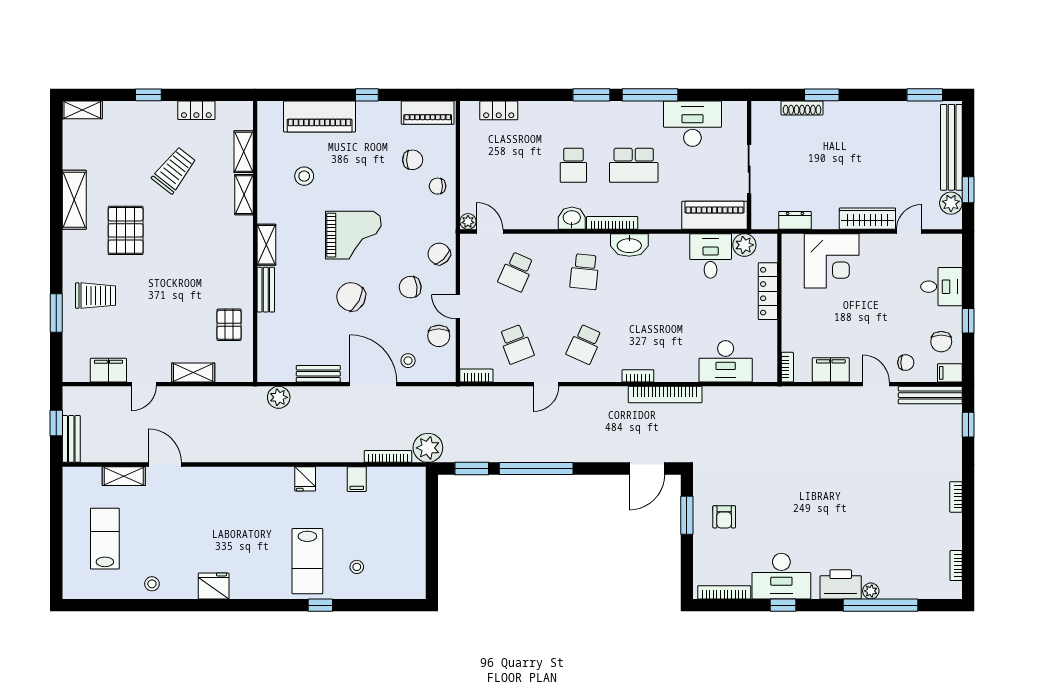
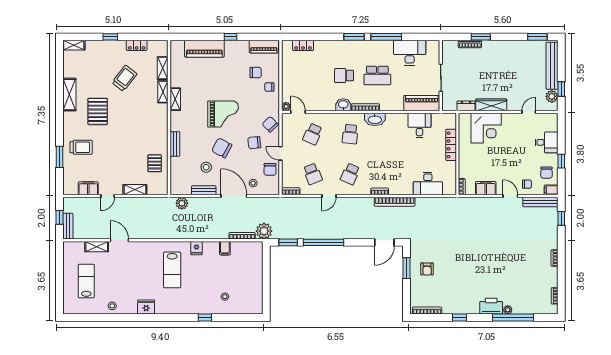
school desk: (573, 165) -> (344, 76), turned 90
stool: (304, 176) -> (206, 167), moved
wardrobe: (867, 219) -> (491, 105), moved
shelving: (266, 245) -> (175, 99), moved
plant: (744, 245) -> (438, 119), removed
lab bench: (307, 561) -> (172, 270), moved
desk: (781, 576) -> (459, 302), removed

